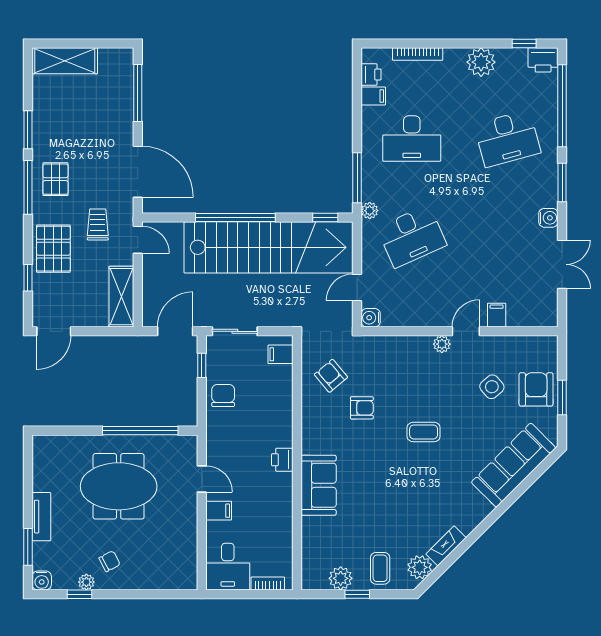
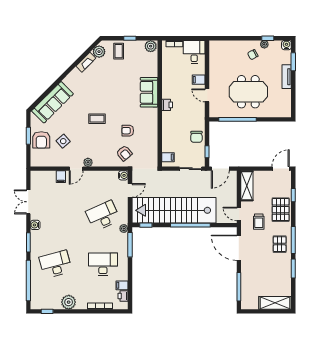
printer: (543, 60) -> (38, 303), removed
armchair: (331, 376) -> (124, 153), moved
plant: (341, 578) -> (151, 46), moved

